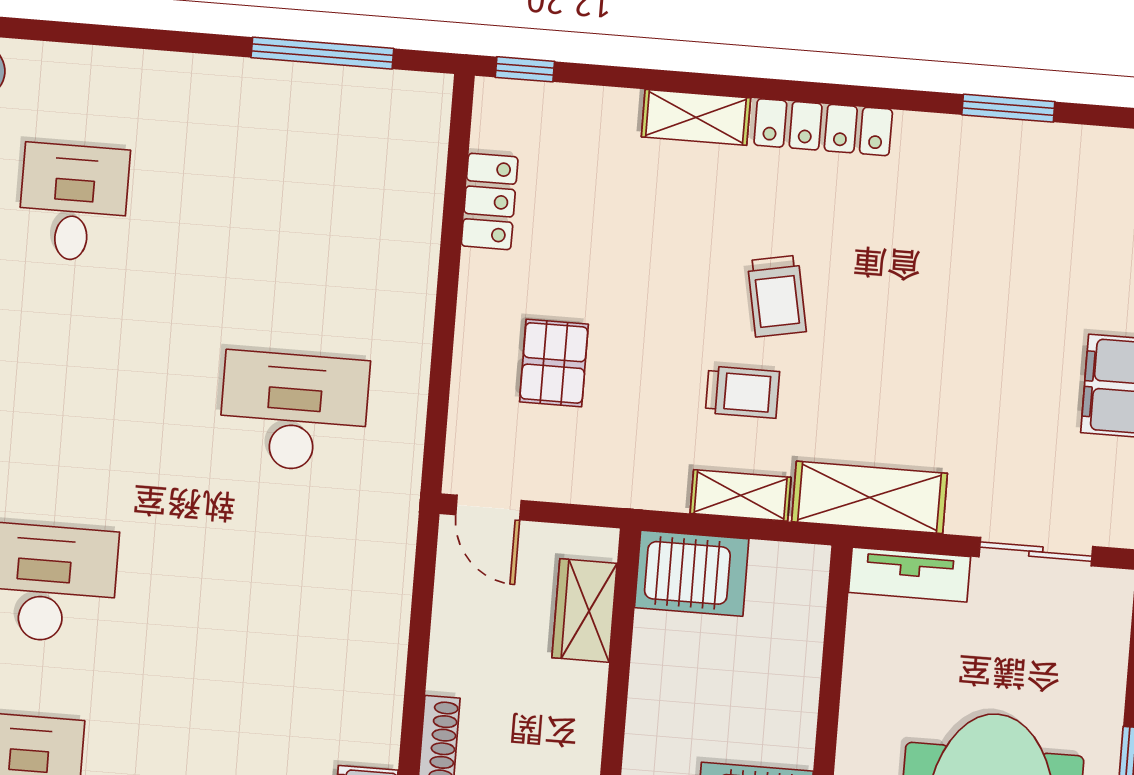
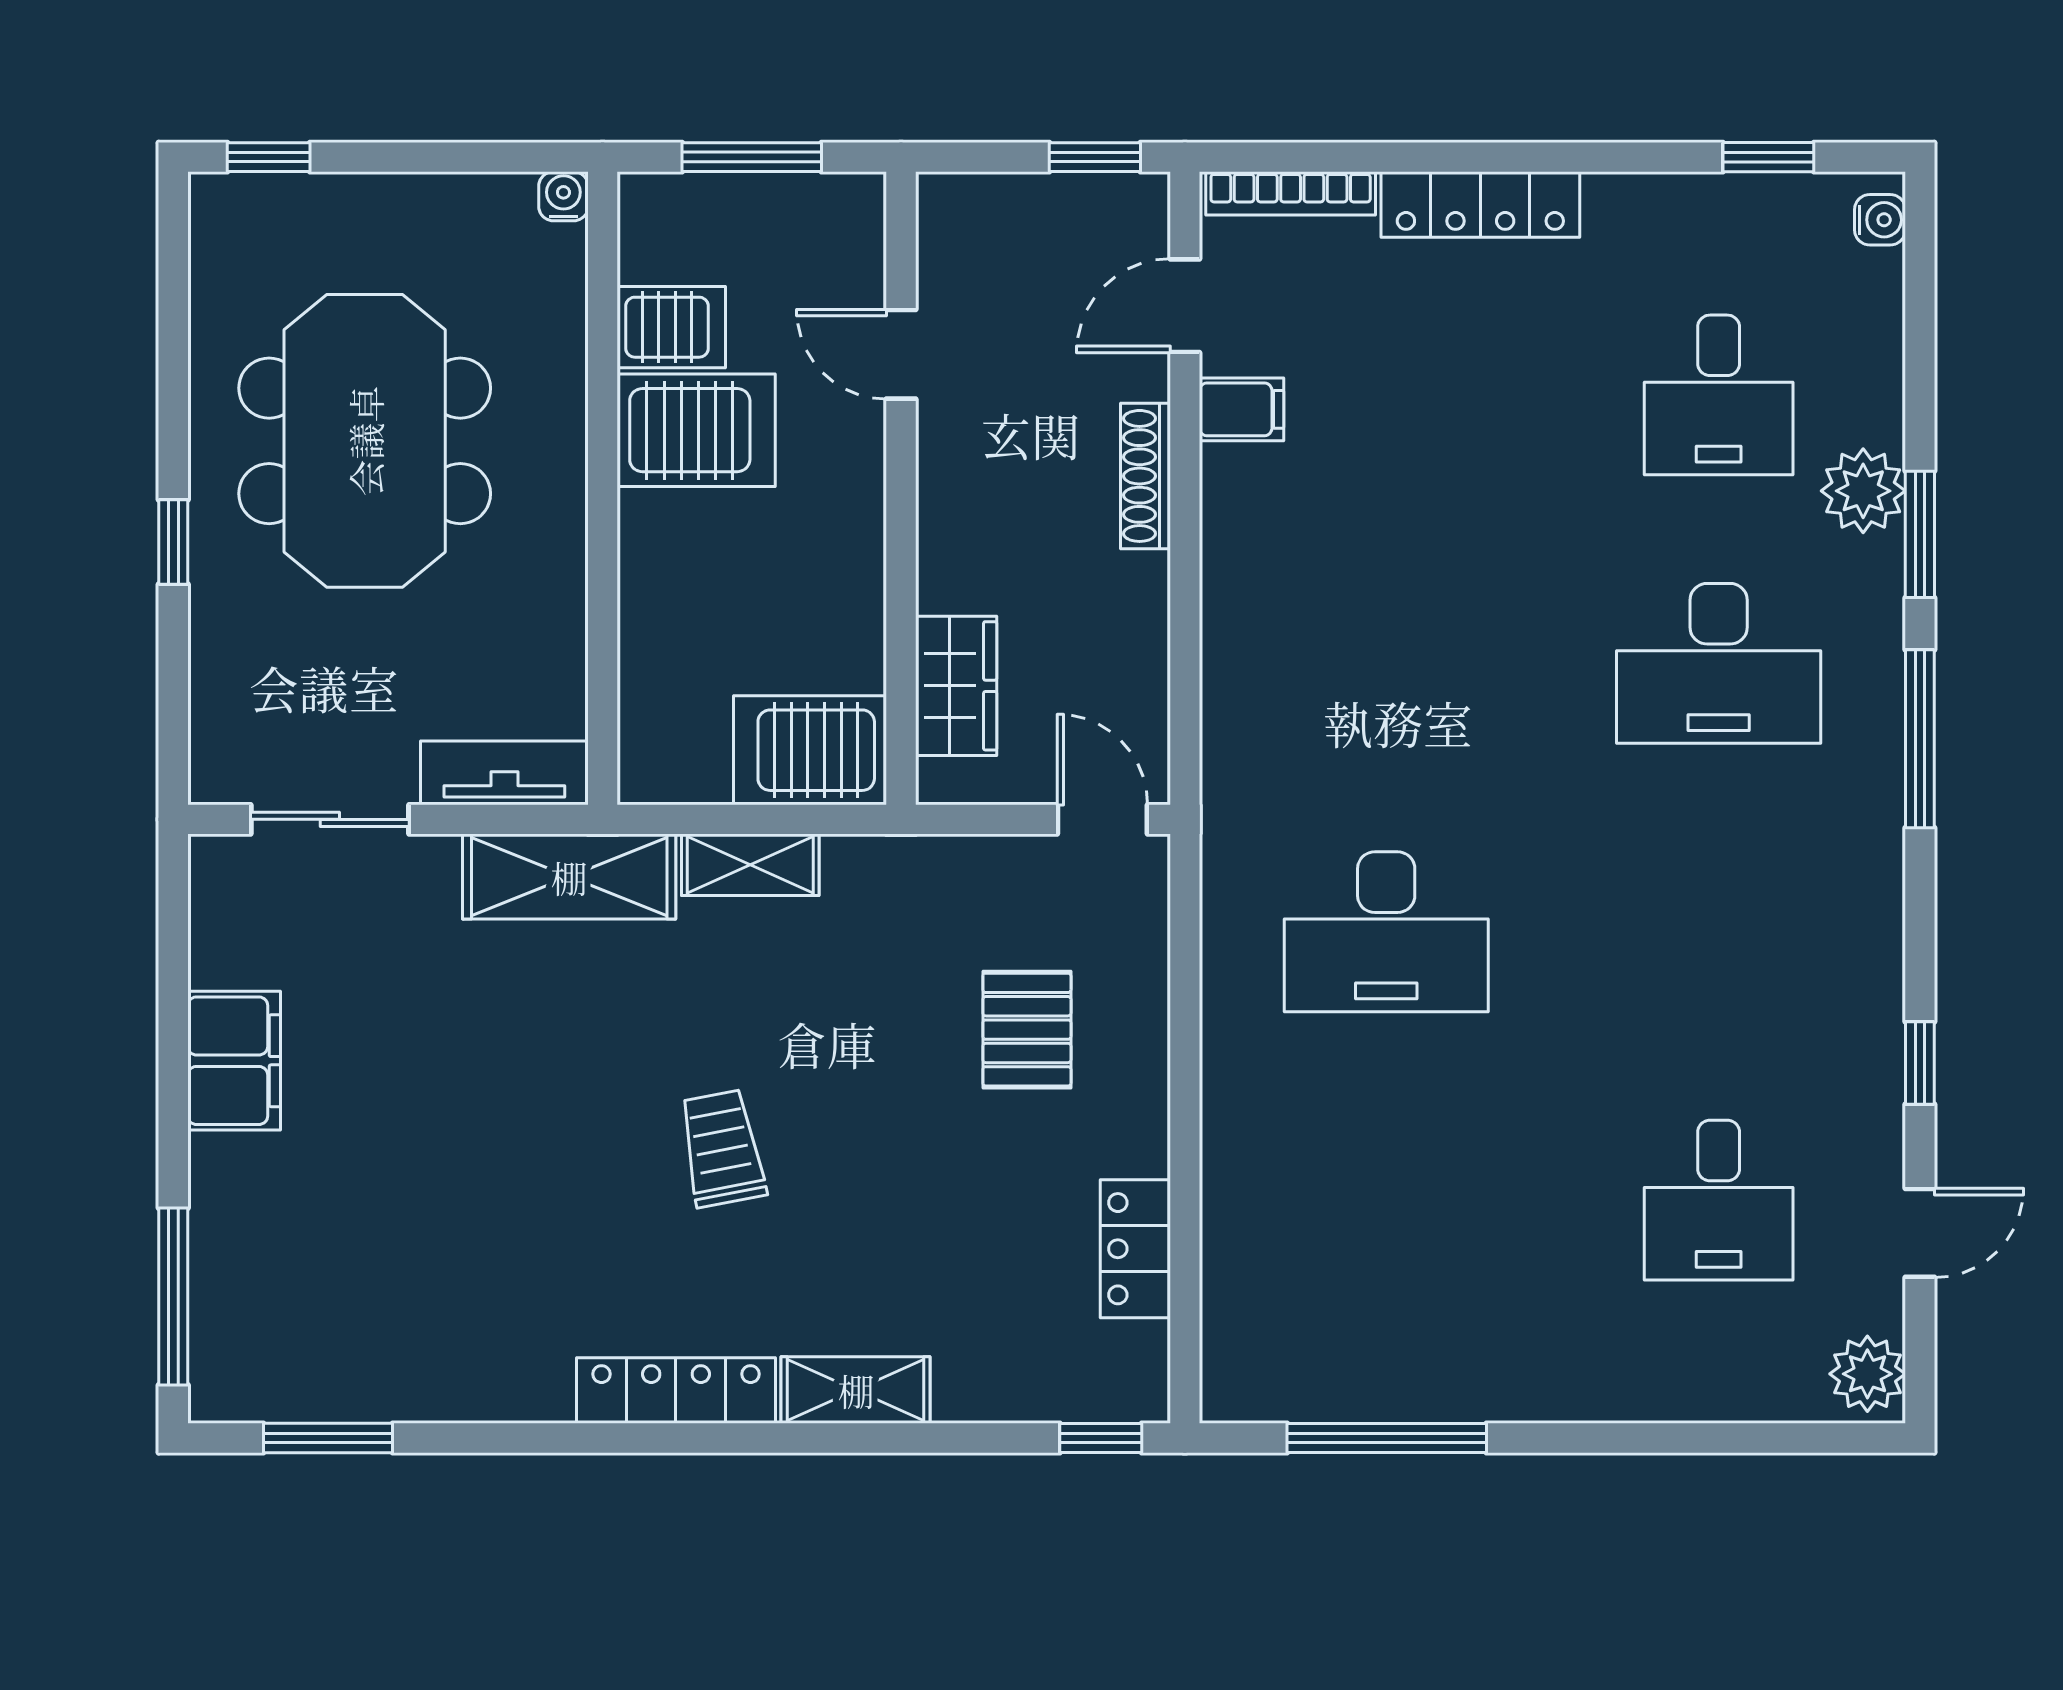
window: (1008, 108) -> (328, 1438), moved
trolley: (742, 392) -> (759, 1010), removed

